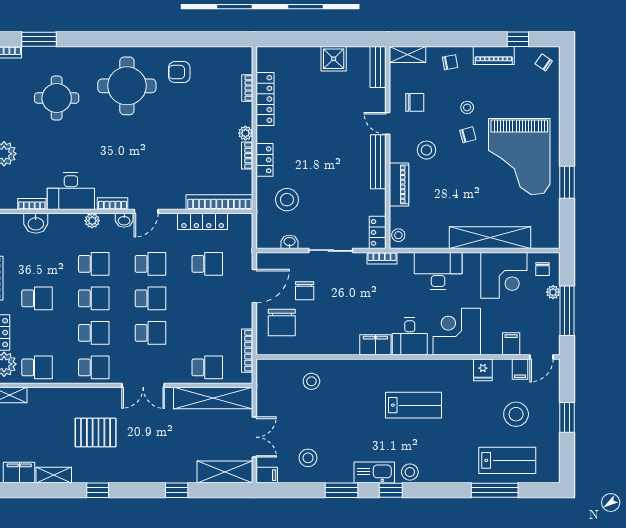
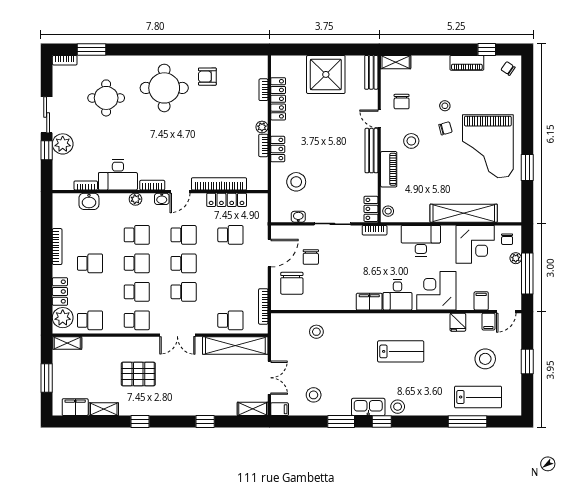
shower: (334, 59) -> (326, 74), width x1.86, depth x1.86
chair: (450, 62) -> (431, 69), removed
chair: (415, 102) -> (402, 102), turned 90
bookcase: (219, 202) -> (219, 184), moved
shelving: (225, 472) -> (253, 409), width x0.67, depth x0.75

